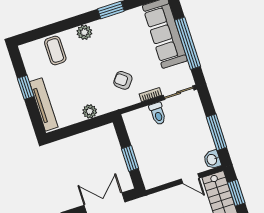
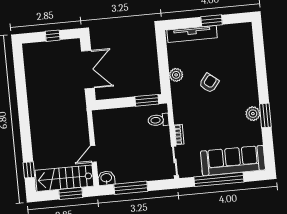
plant: (84, 32) -> (253, 114), moved
coffee table: (55, 50) -> (239, 56), removed
armchair: (123, 80) -> (209, 83), moved
toilet: (158, 114) -> (158, 120), moved
window: (130, 159) -> (147, 100), moved

